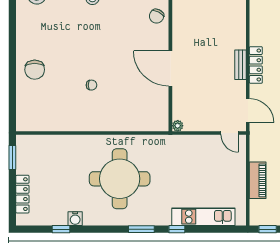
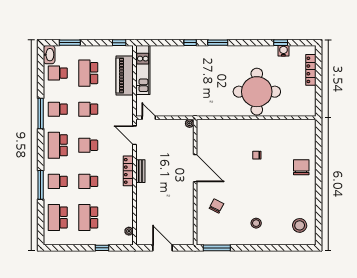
chair: (157, 16) -> (216, 206), moved
window: (12, 158) -> (319, 99), removed
round table: (120, 179) -> (257, 92), moved
piano: (258, 180) -> (125, 75), width x1.37, depth x1.33
kitchen unit: (203, 217) -> (143, 70), moved, turned -90
water cooler: (75, 219) -> (283, 51), moved

